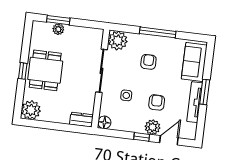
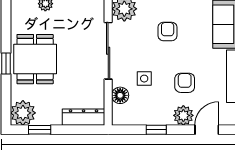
dresser: (81, 120) -> (84, 117), width x1.44
floor lamp: (104, 122) -> (120, 95), moved
window: (42, 124) -> (40, 130), added
window: (142, 137) -> (156, 130), moved

